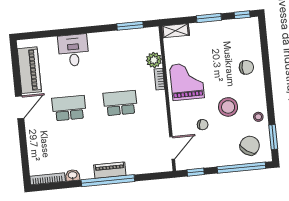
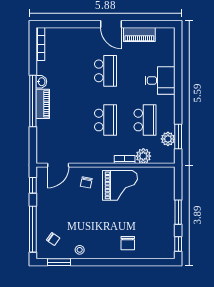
shelving: (176, 31) -> (169, 179), removed
plant: (133, 36) -> (168, 139), added
school desk: (116, 62) -> (145, 120), added
piano: (29, 70) -> (139, 34), width x0.73, depth x0.75
stool: (228, 107) -> (92, 222), removed
chair: (203, 125) -> (86, 182), moved
chair: (250, 146) -> (53, 239), width x0.54, depth x0.54
door: (172, 148) -> (58, 165), hinge flipped
washbasin: (73, 175) -> (41, 82), moved

